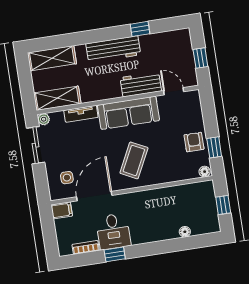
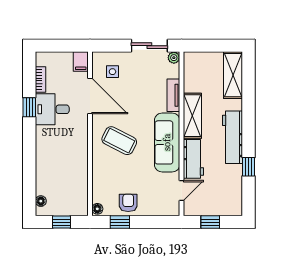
shelving: (57, 98) -> (192, 116), moved
armchair: (194, 142) -> (128, 203), turned -90
floor lamp: (185, 232) -> (41, 201), moved

